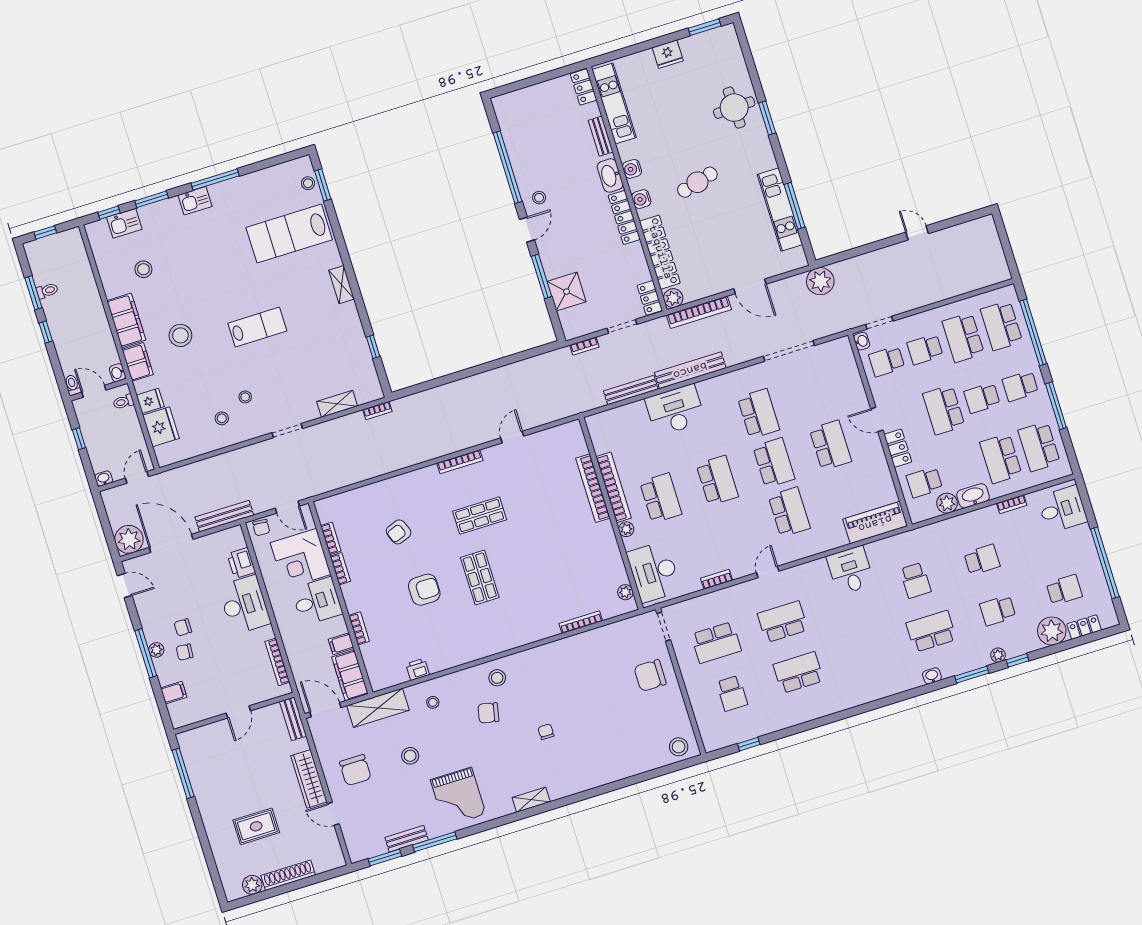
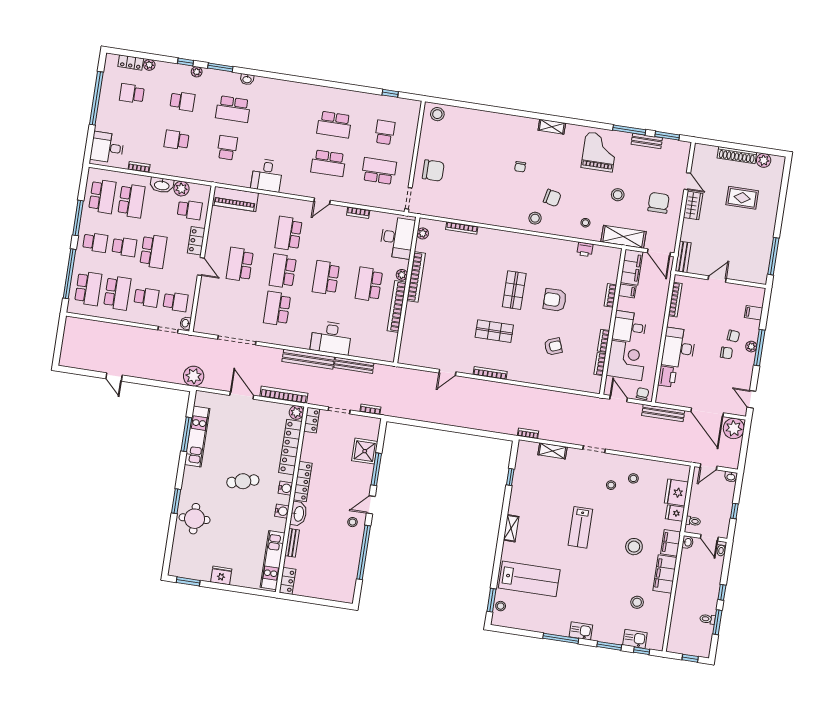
lab bench: (257, 327) -> (580, 527), turned -90
bookcase: (593, 488) -> (416, 277), moved
plant: (1052, 631) -> (149, 65), width x0.53, depth x0.53
wardrobe: (309, 779) -> (693, 205), width x0.67

